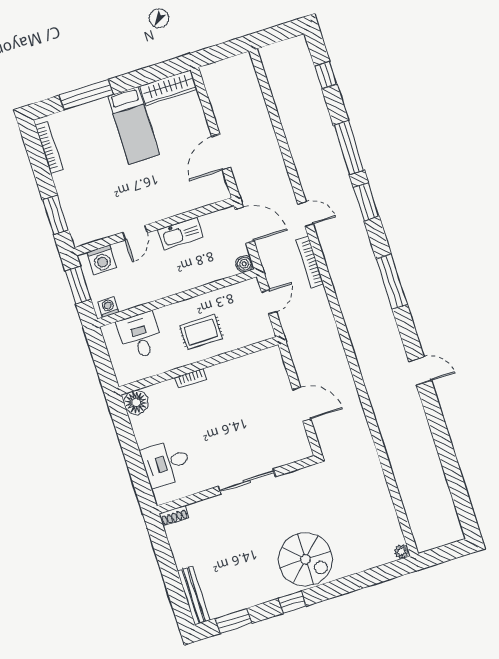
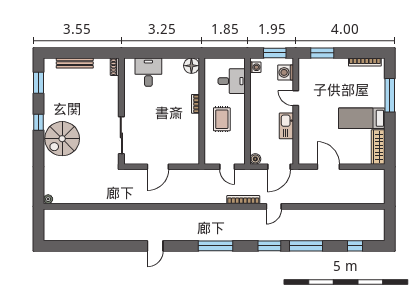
sliding door: (247, 481) -> (121, 135), moved
bench: (194, 596) -> (75, 63), moved

